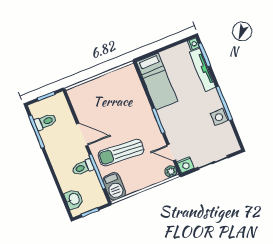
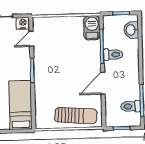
door: (82, 135) -> (103, 83), hinge flipped
sun lounger: (121, 152) -> (76, 116), moved
door: (171, 153) -> (31, 39), swing flipped
plant: (171, 172) -> (38, 22), removed

